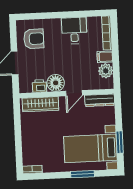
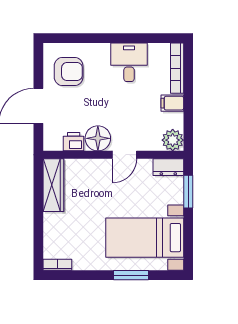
plant: (106, 71) -> (173, 140), moved
dresser: (100, 100) -> (168, 167), width x0.70
wardrobe: (40, 104) -> (53, 185), moved, turned -90
window: (120, 142) -> (188, 192), moved

